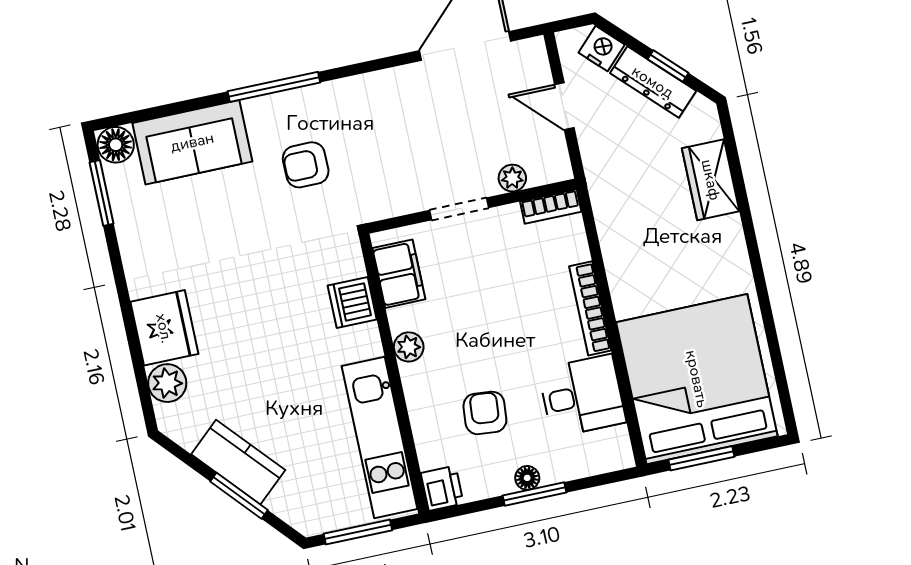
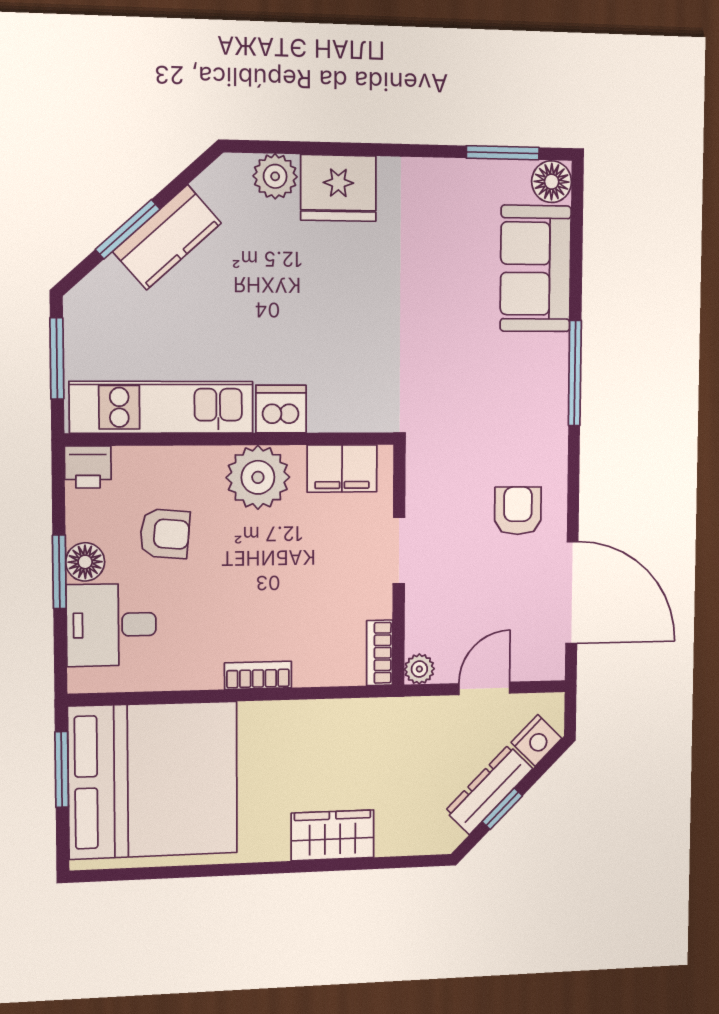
armchair: (306, 165) -> (518, 511), moved
plant: (512, 178) -> (419, 669), moved
wardrobe: (711, 180) -> (333, 835), moved
dishwasher: (352, 303) -> (281, 409), moved
bookcase: (590, 308) -> (258, 675), width x0.64
plant: (409, 347) -> (258, 477), width x1.87, depth x1.87
desk: (582, 396) -> (111, 625), moved, turned 90
floor lamp: (527, 478) -> (85, 562), width x1.37, depth x1.37

